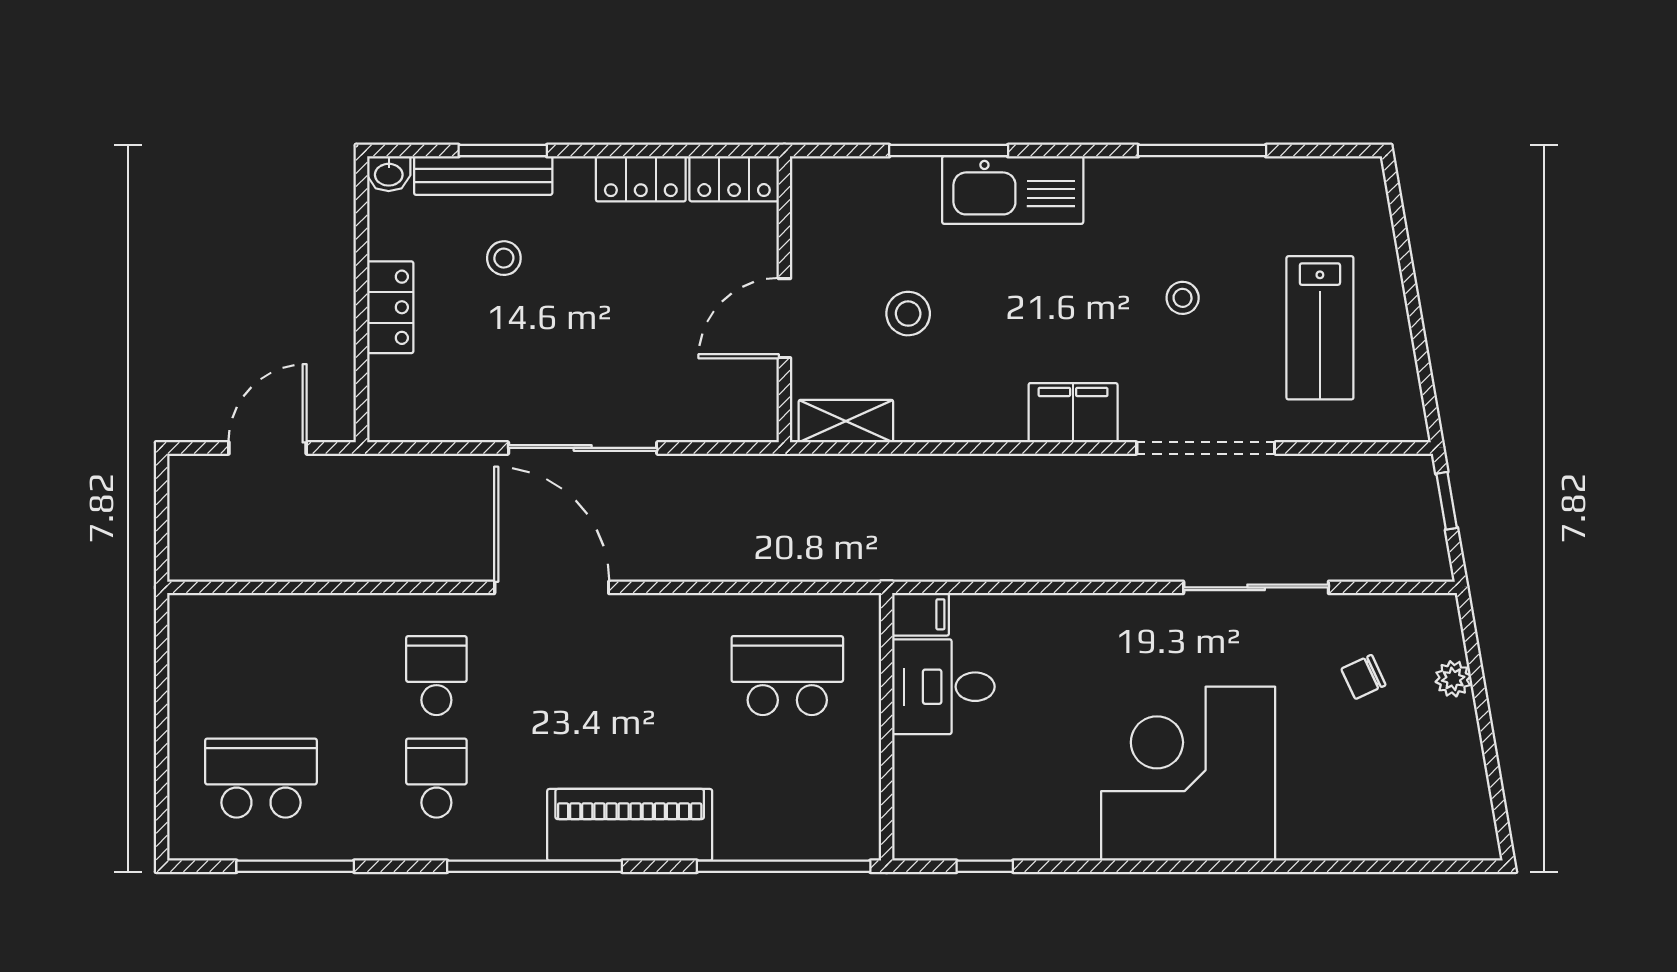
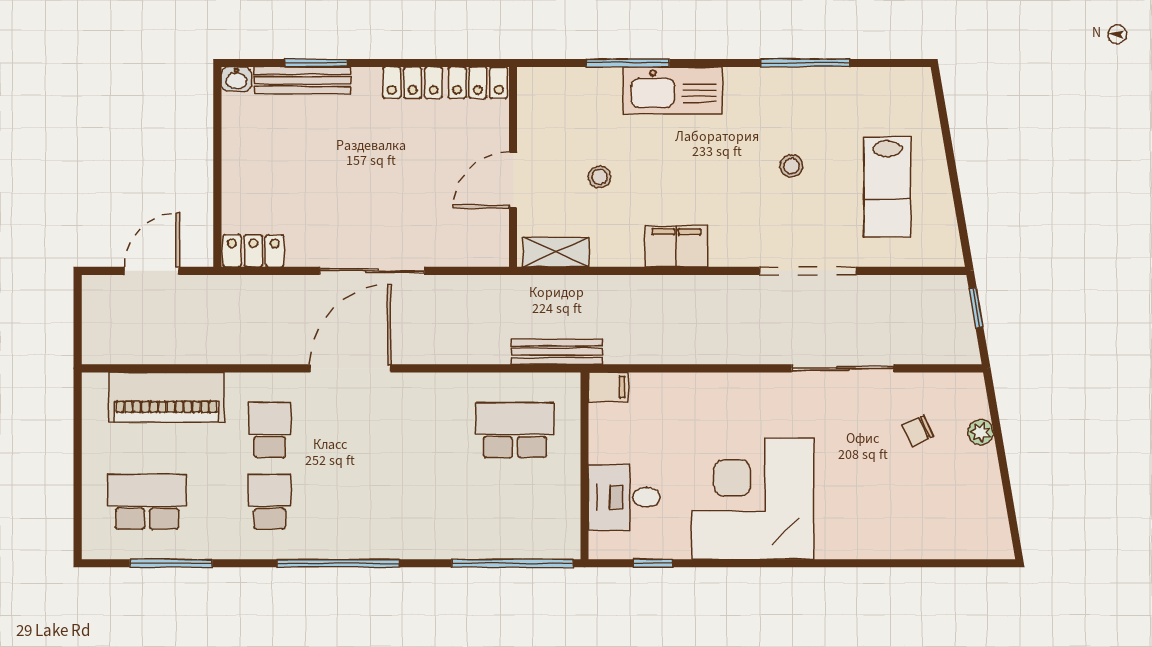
stool: (504, 258) -> (317, 138), removed
locker: (390, 307) -> (253, 251), moved, turned -90
stool: (908, 314) -> (600, 177), width x0.73, depth x0.73
filing cabinet: (1073, 413) -> (676, 246), moved
bench: (847, 564) -> (557, 352), added
door: (552, 587) -> (350, 368), hinge flipped
desk: (943, 687) -> (624, 497), moved
corner desk: (1188, 774) -> (753, 499), moved
piano: (630, 825) -> (166, 397), moved, turned 180

